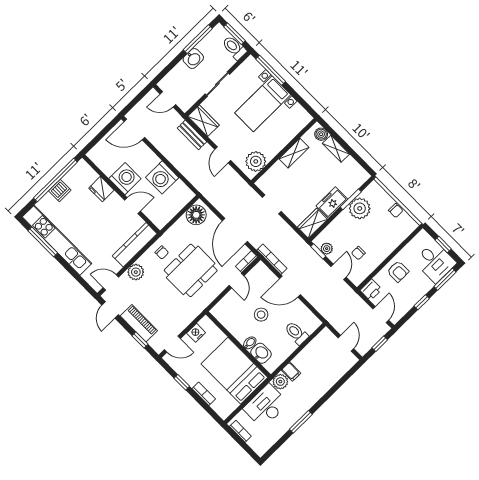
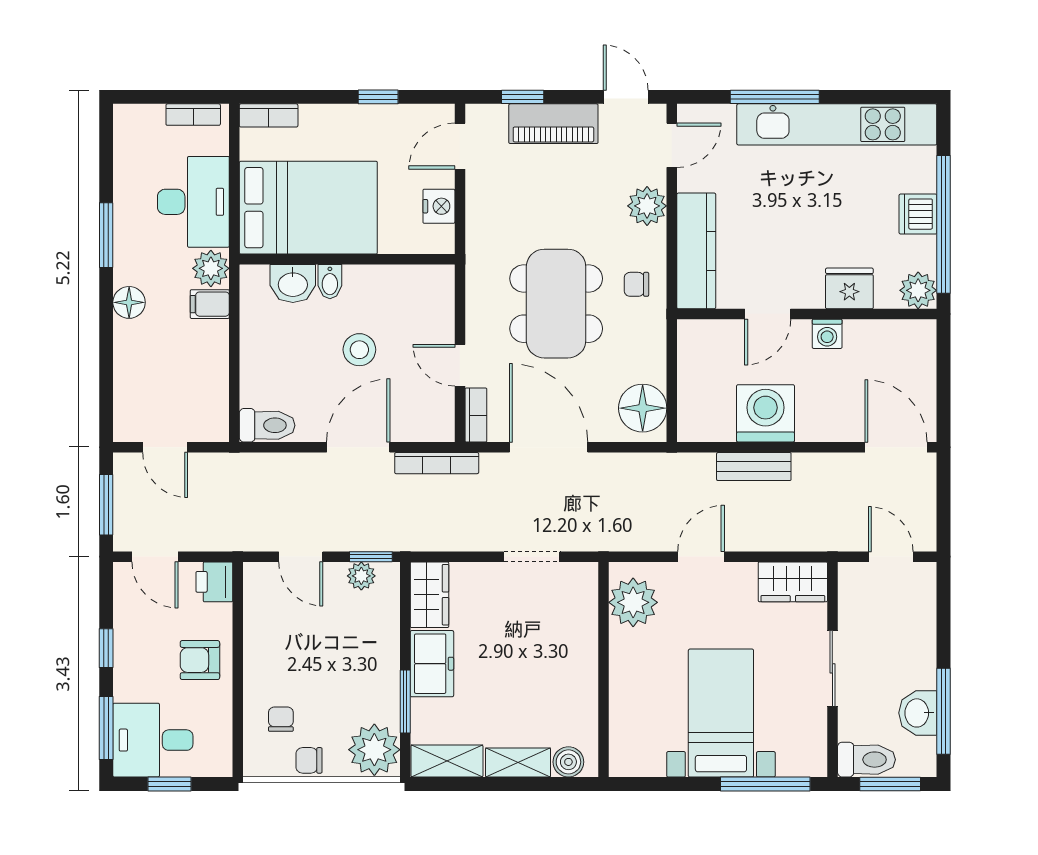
washbasin: (193, 58) -> (918, 713), moved
door: (168, 99) -> (891, 557), hinge flipped
door: (134, 129) -> (896, 447), hinge flipped
bench: (192, 135) -> (754, 467), moved
shelving: (294, 153) -> (447, 761), moved, turned 90
door: (223, 155) -> (701, 557), hinge flipped
plant: (82, 168) -> (918, 290), added
washing machine: (125, 179) -> (827, 334), width x0.53, depth x0.53
plant: (360, 208) -> (374, 750), moved
window: (43, 242) -> (775, 97), moved
chair: (358, 253) -> (281, 719), moved
toilet: (296, 333) -> (267, 425), moved
window: (380, 344) -> (106, 505), width x1.50
bookcase: (204, 394) -> (269, 115), moved
floor lamp: (314, 396) -> (129, 302), added

